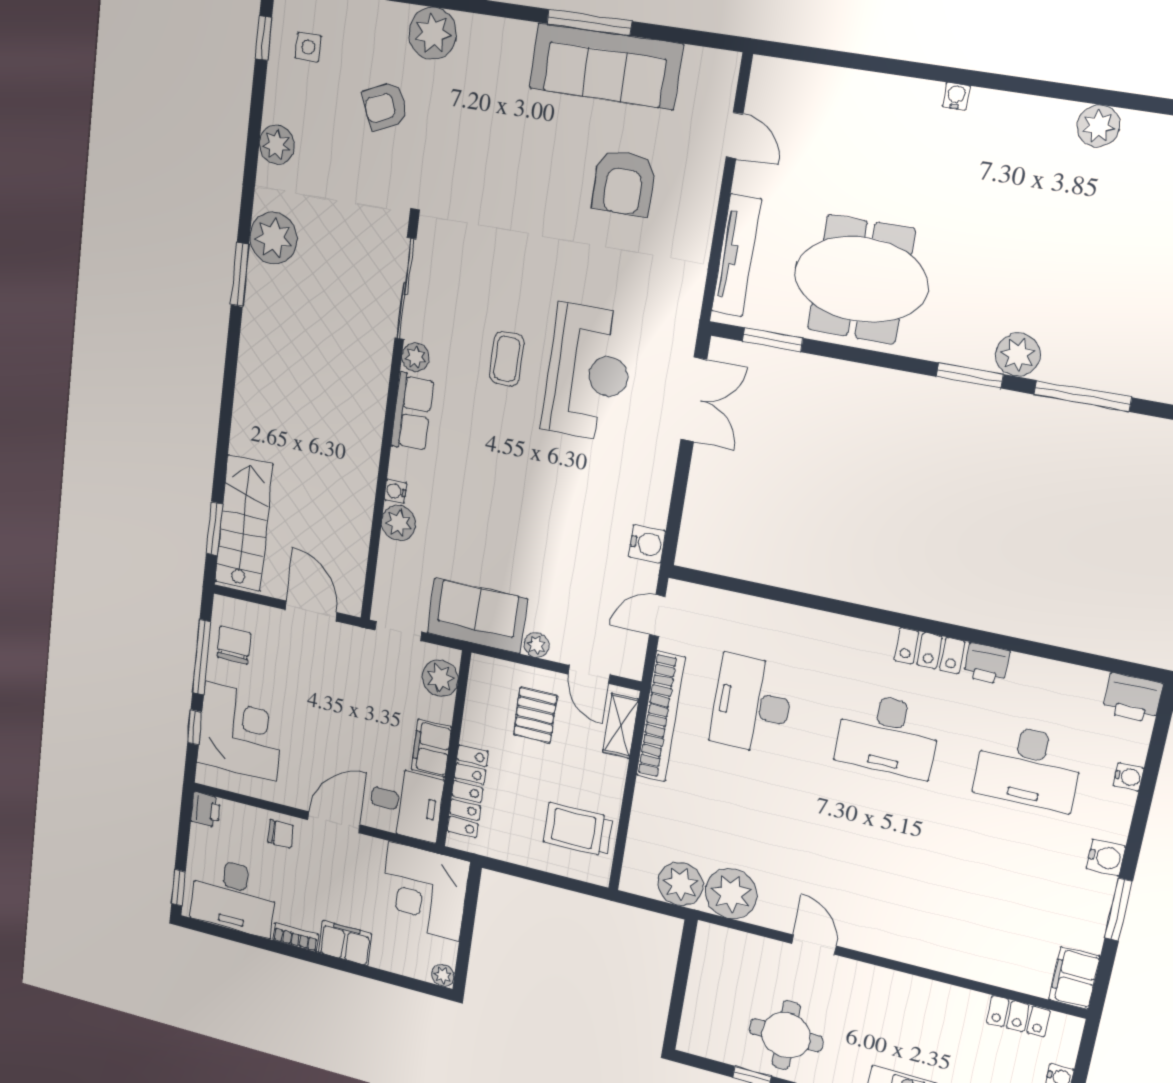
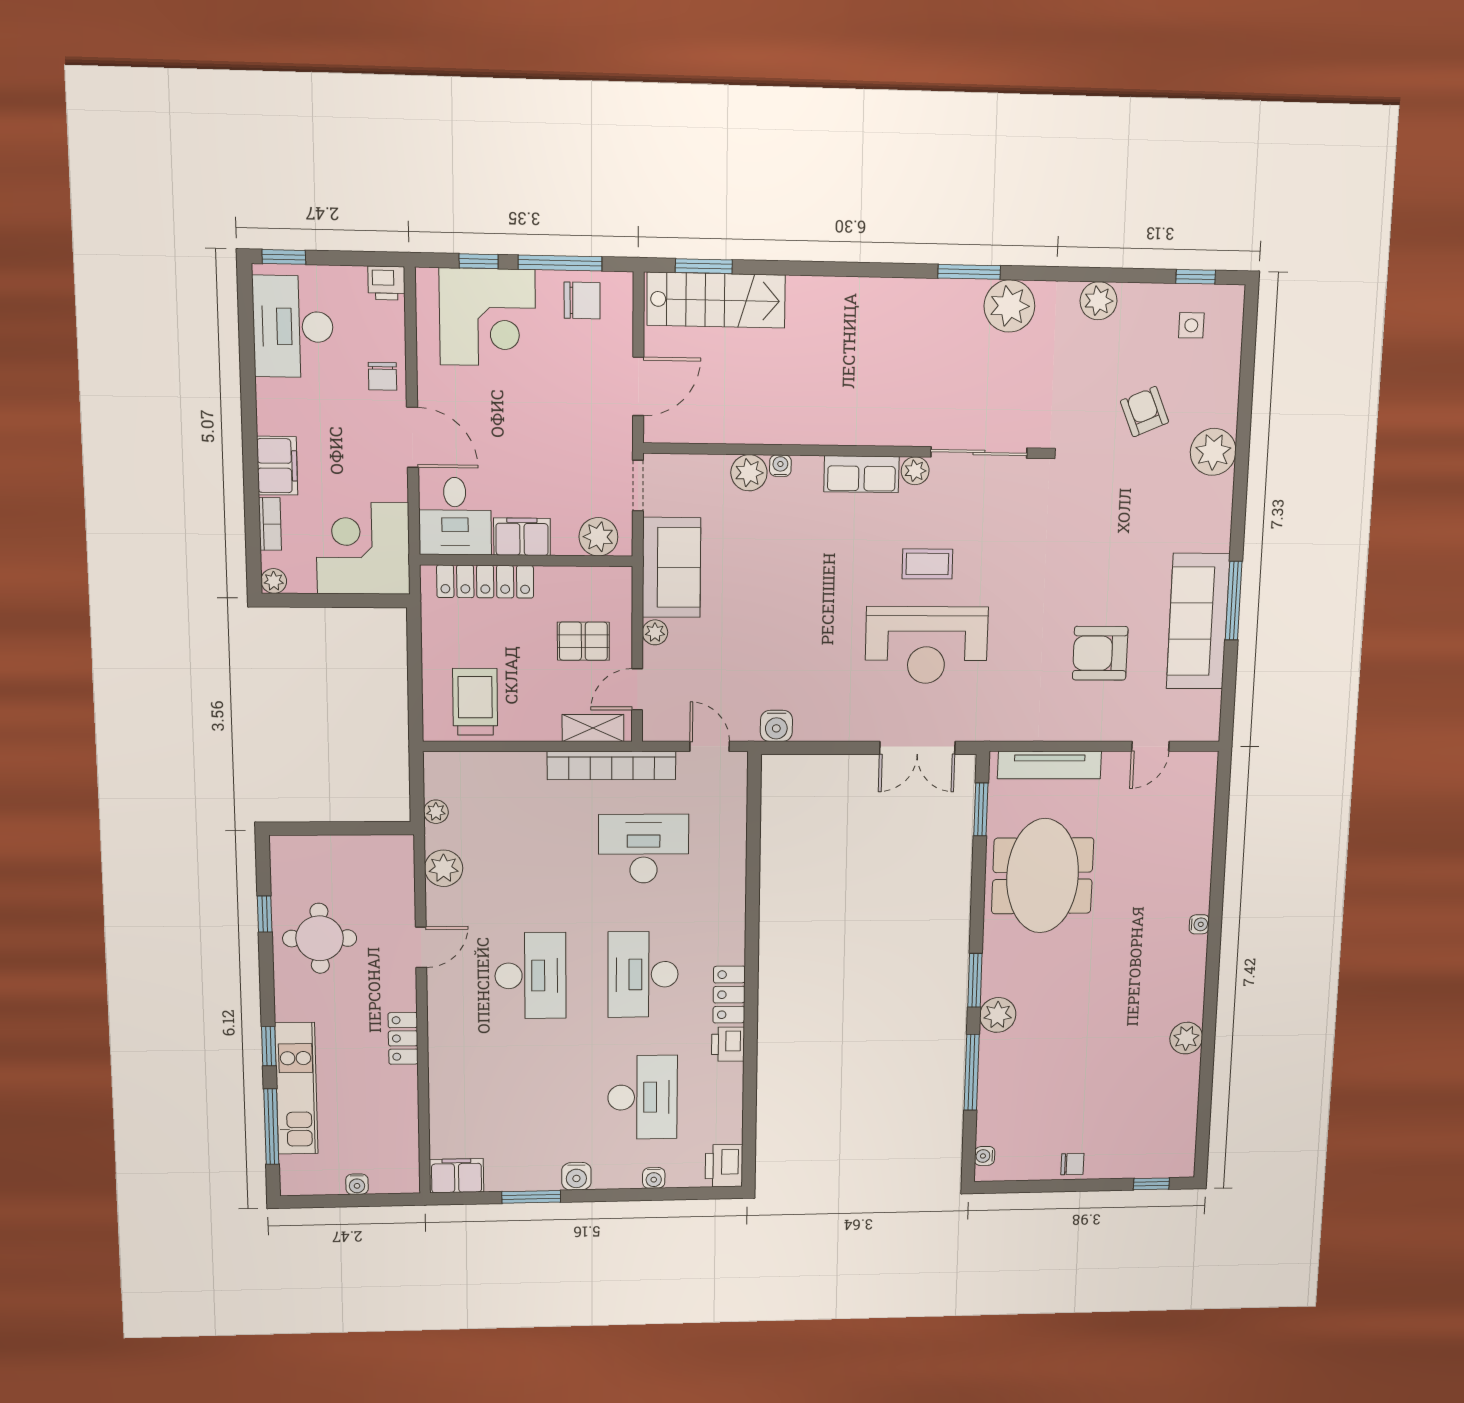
desk: (1028, 767) -> (643, 1097), turned 180
desk: (866, 848) -> (530, 976), added
plant: (680, 884) -> (436, 812), width x0.53, depth x0.53
plant: (731, 894) -> (444, 868), width x0.73, depth x0.73
bookcase: (296, 937) -> (270, 524), moved
locker: (1018, 1016) -> (403, 1038), moved

